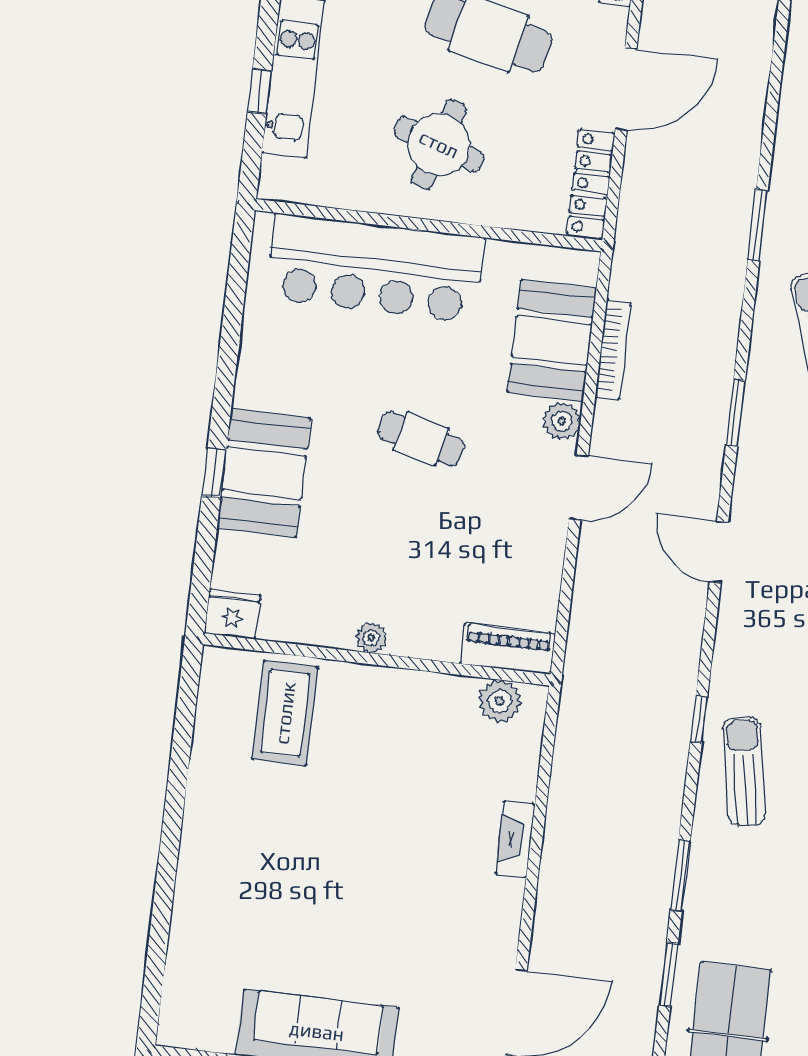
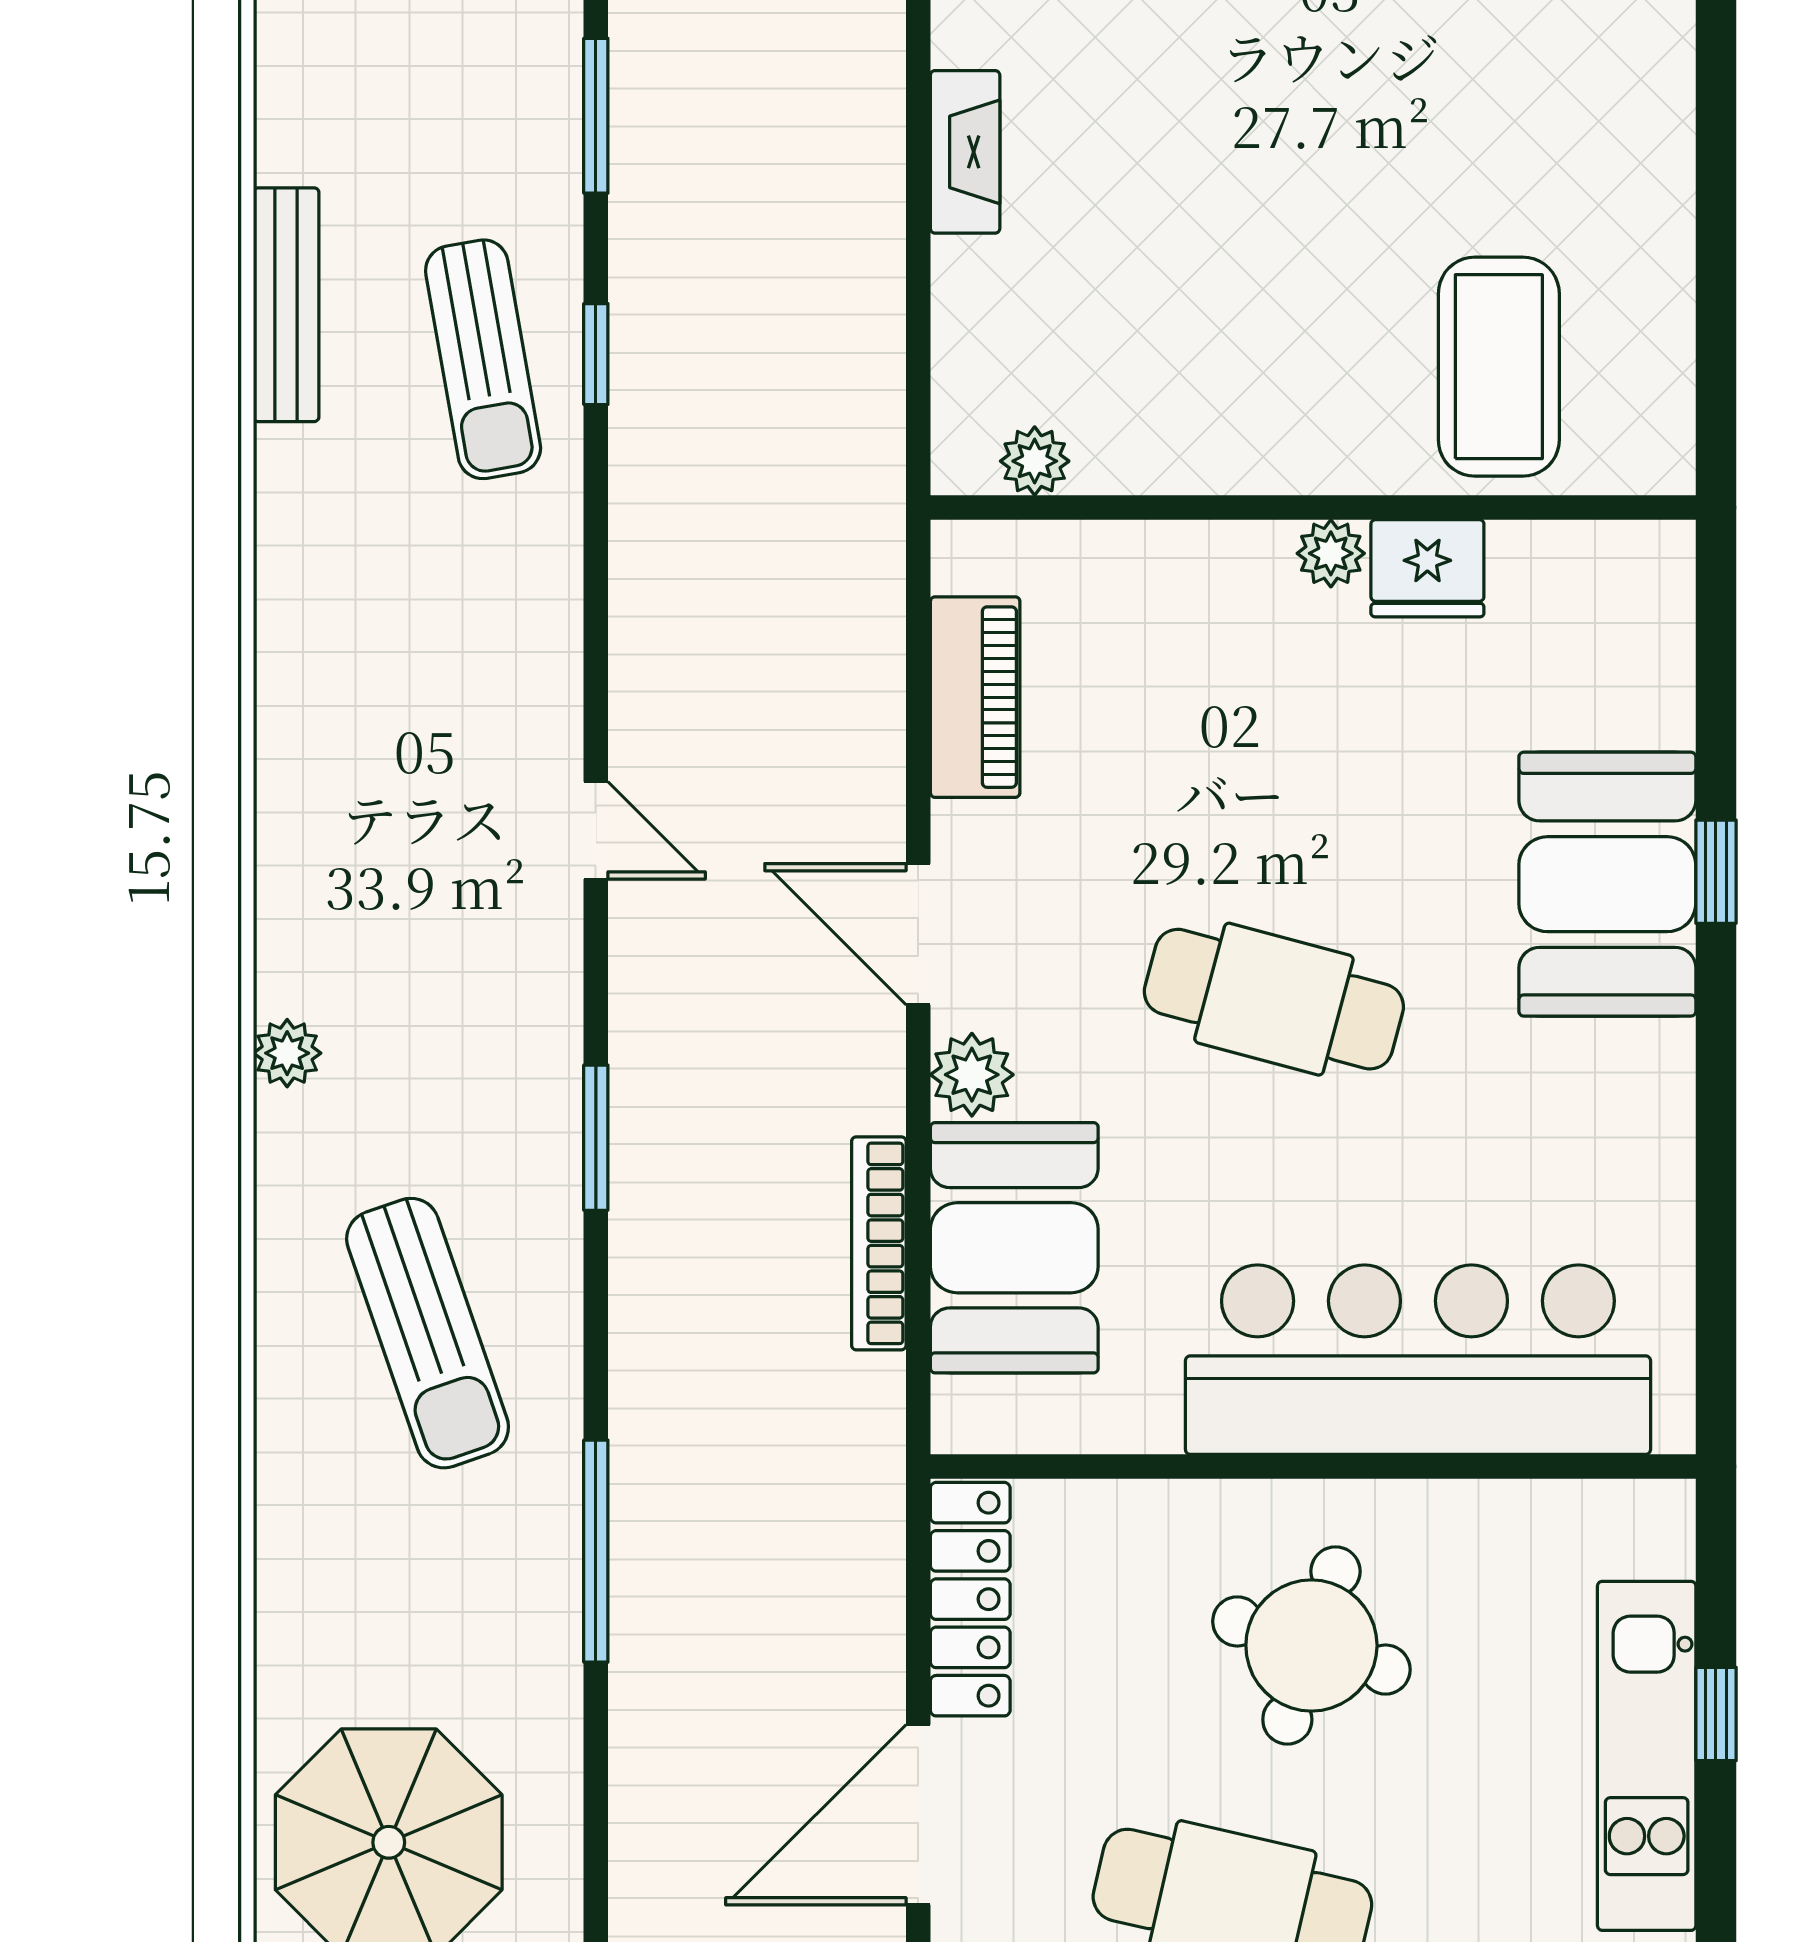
window: (758, 226) -> (596, 1551), width x1.44
cafe table: (421, 439) -> (1274, 999), width x1.37, depth x1.35
door: (579, 488) -> (918, 934), hinge flipped
door: (719, 552) -> (596, 830), width x0.73
fridge: (232, 614) -> (1427, 568), moved
piano: (508, 649) -> (975, 697), moved, turned -90
plant: (500, 701) -> (1035, 461), width x0.73, depth x0.73
window: (699, 719) -> (596, 354), moved

